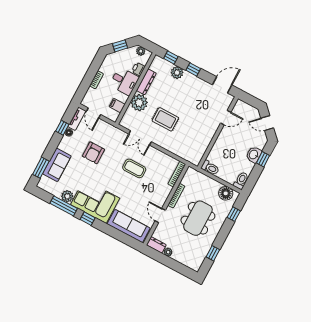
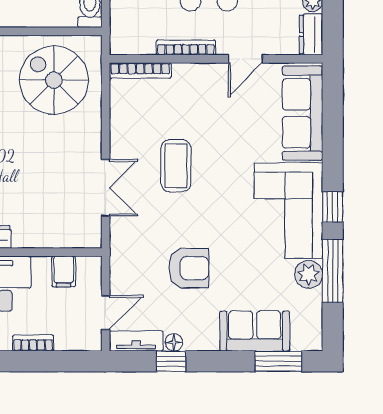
plant: (139, 103) -> (33, 228), removed
rug: (165, 119) -> (39, 155), removed
spiral stairs: (190, 140) -> (54, 80), added

